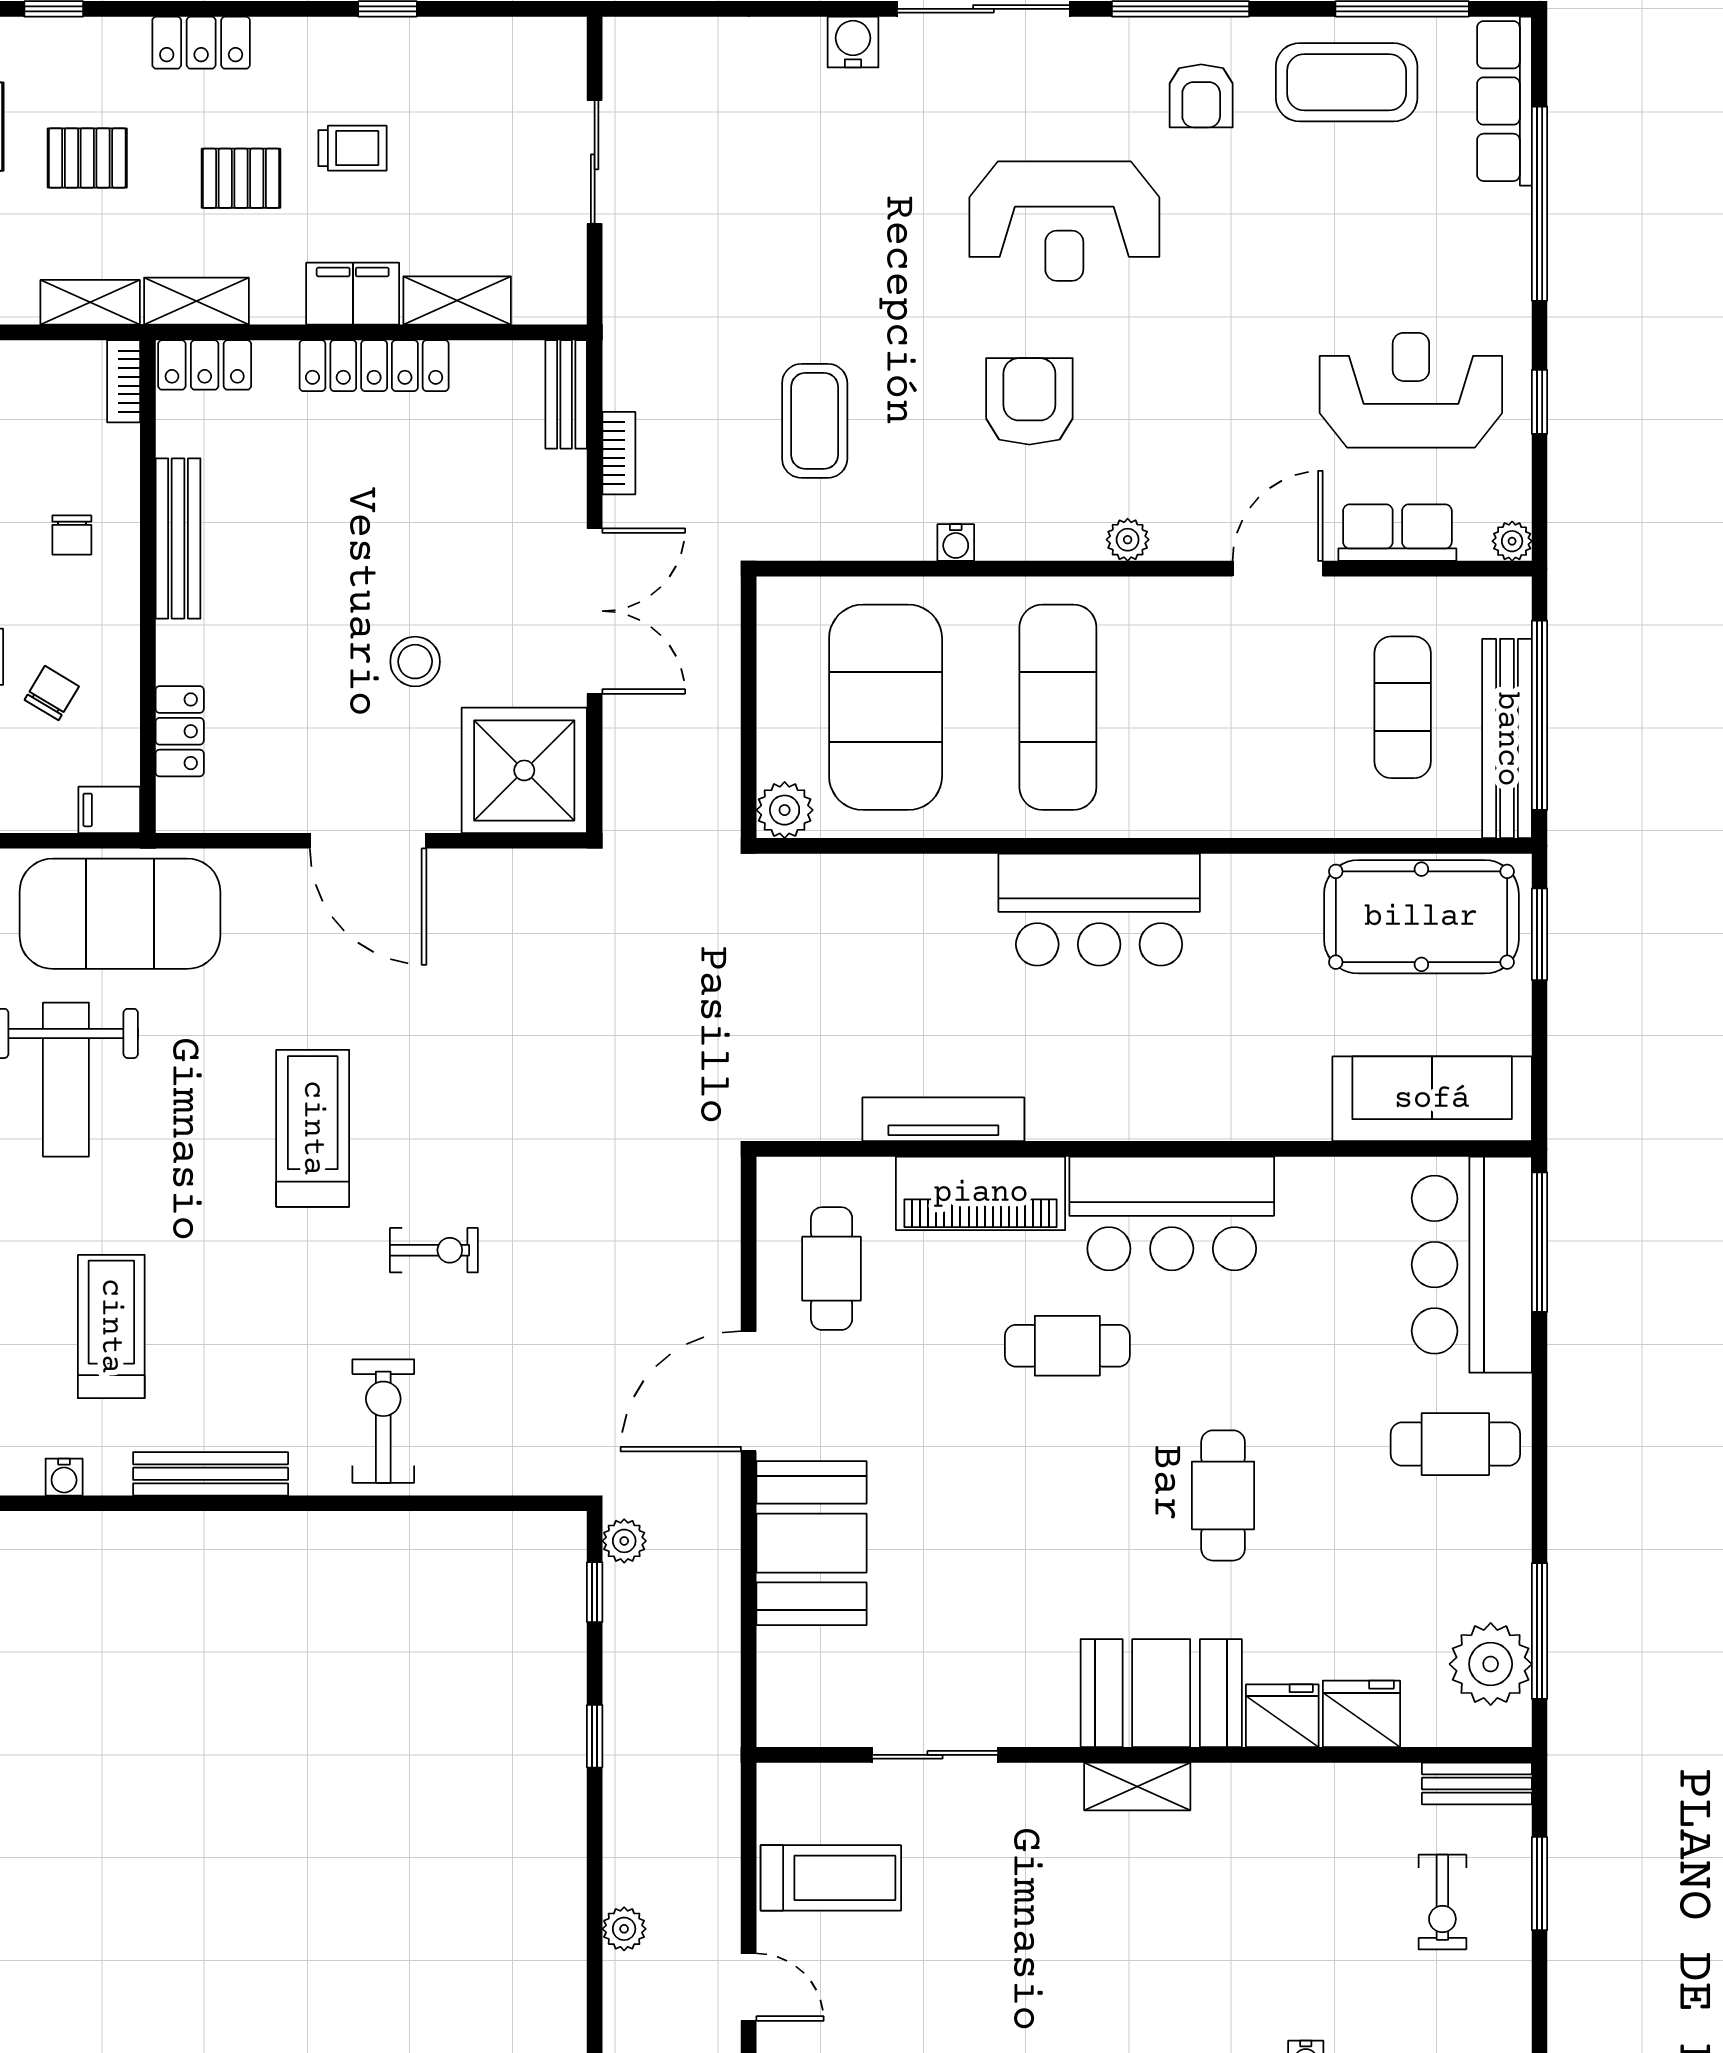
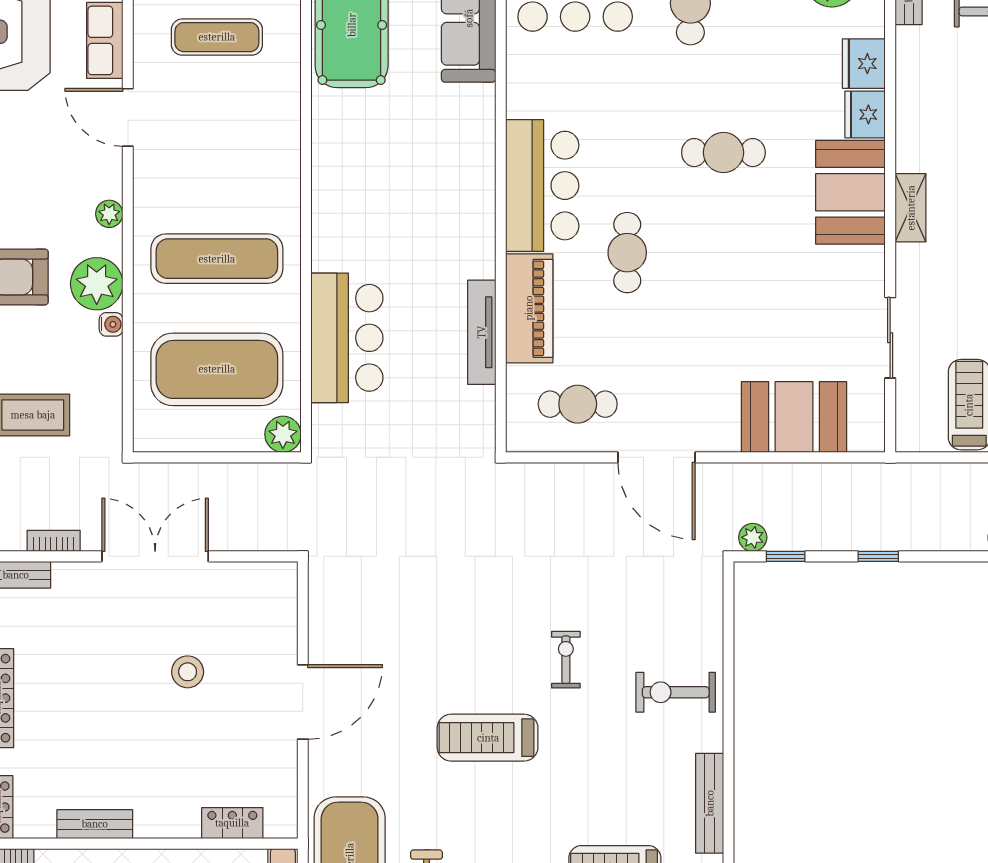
plant: (1019, 520) -> (97, 284), added
bench: (178, 539) -> (95, 824), width x0.73
shower: (524, 770) -> (257, 602), removed
bar counter: (1099, 910) -> (347, 338), moved
booth: (811, 1543) -> (794, 417), moved

